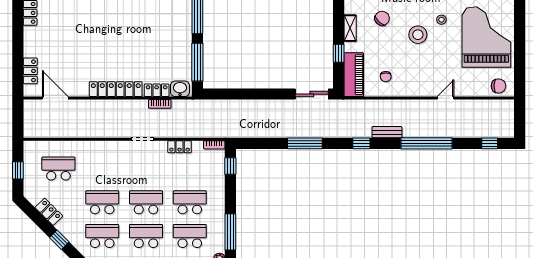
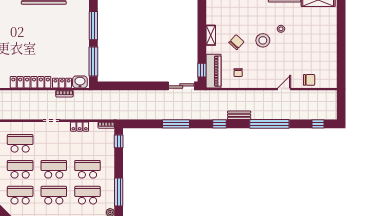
chair: (382, 18) -> (236, 42), moved
grand piano: (486, 37) -> (315, 42), removed
window: (339, 53) -> (202, 70), moved
chair: (499, 86) -> (309, 80), moved
school desk: (102, 169) -> (20, 143), added

